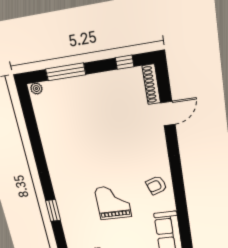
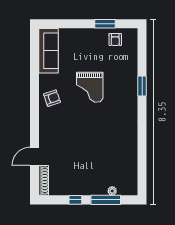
window: (125, 62) -> (75, 200), moved
plant: (36, 89) -> (112, 191), moved

